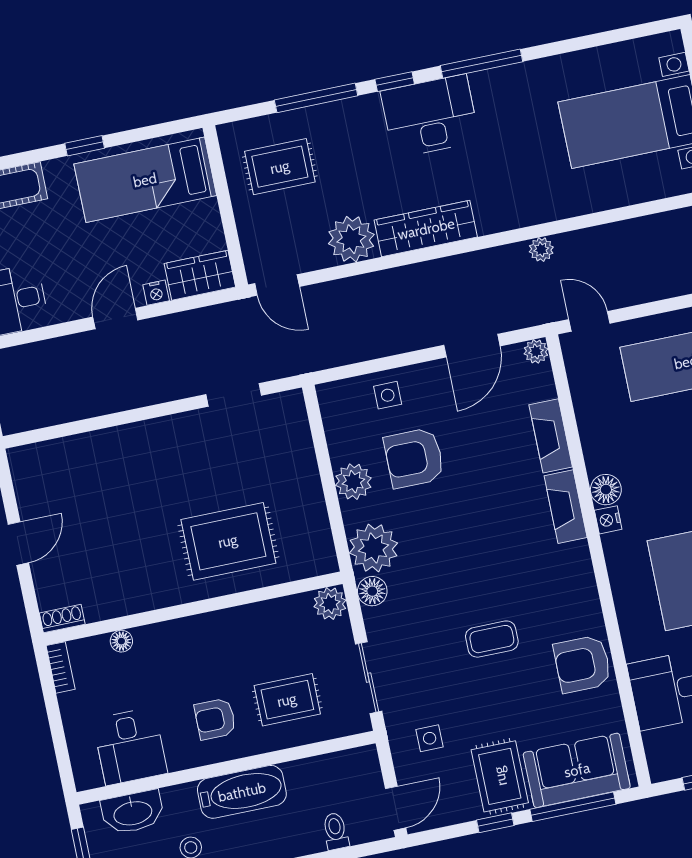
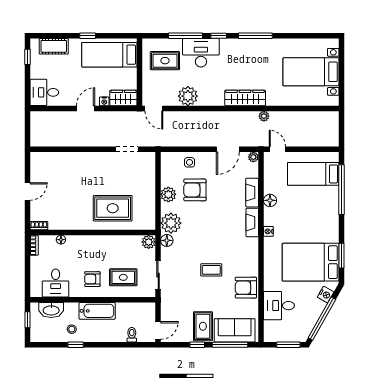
desk: (430, 116) -> (201, 53), moved
wardrobe: (426, 229) -> (245, 98), moved
floor lamp: (606, 490) -> (270, 200), moved
side table: (430, 738) -> (178, 305), removed

